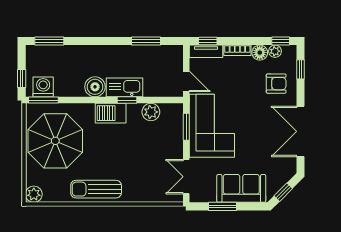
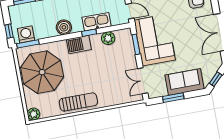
kitchen sink: (124, 87) -> (97, 22), moved
sun lounger: (96, 189) -> (78, 102), turned 180

